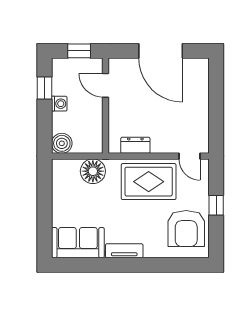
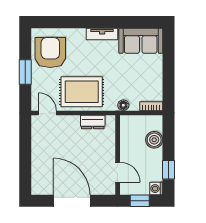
washing machine: (59, 104) -> (156, 189), moved
boiler: (62, 143) -> (154, 140), moved
bookcase: (65, 164) -> (151, 106), added
floor lamp: (93, 171) -> (123, 105), width x0.53, depth x0.53
window: (216, 205) -> (25, 72), width x1.50

